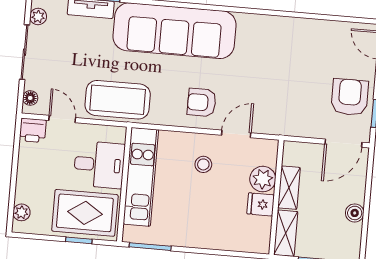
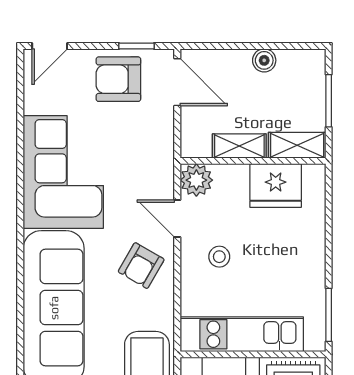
corner sofa: (280, 47) -> (63, 172), added
armchair: (202, 102) -> (141, 266), turned 30
plant: (263, 179) -> (196, 180), moved
fridge: (261, 204) -> (276, 186), width x1.88, depth x1.34

